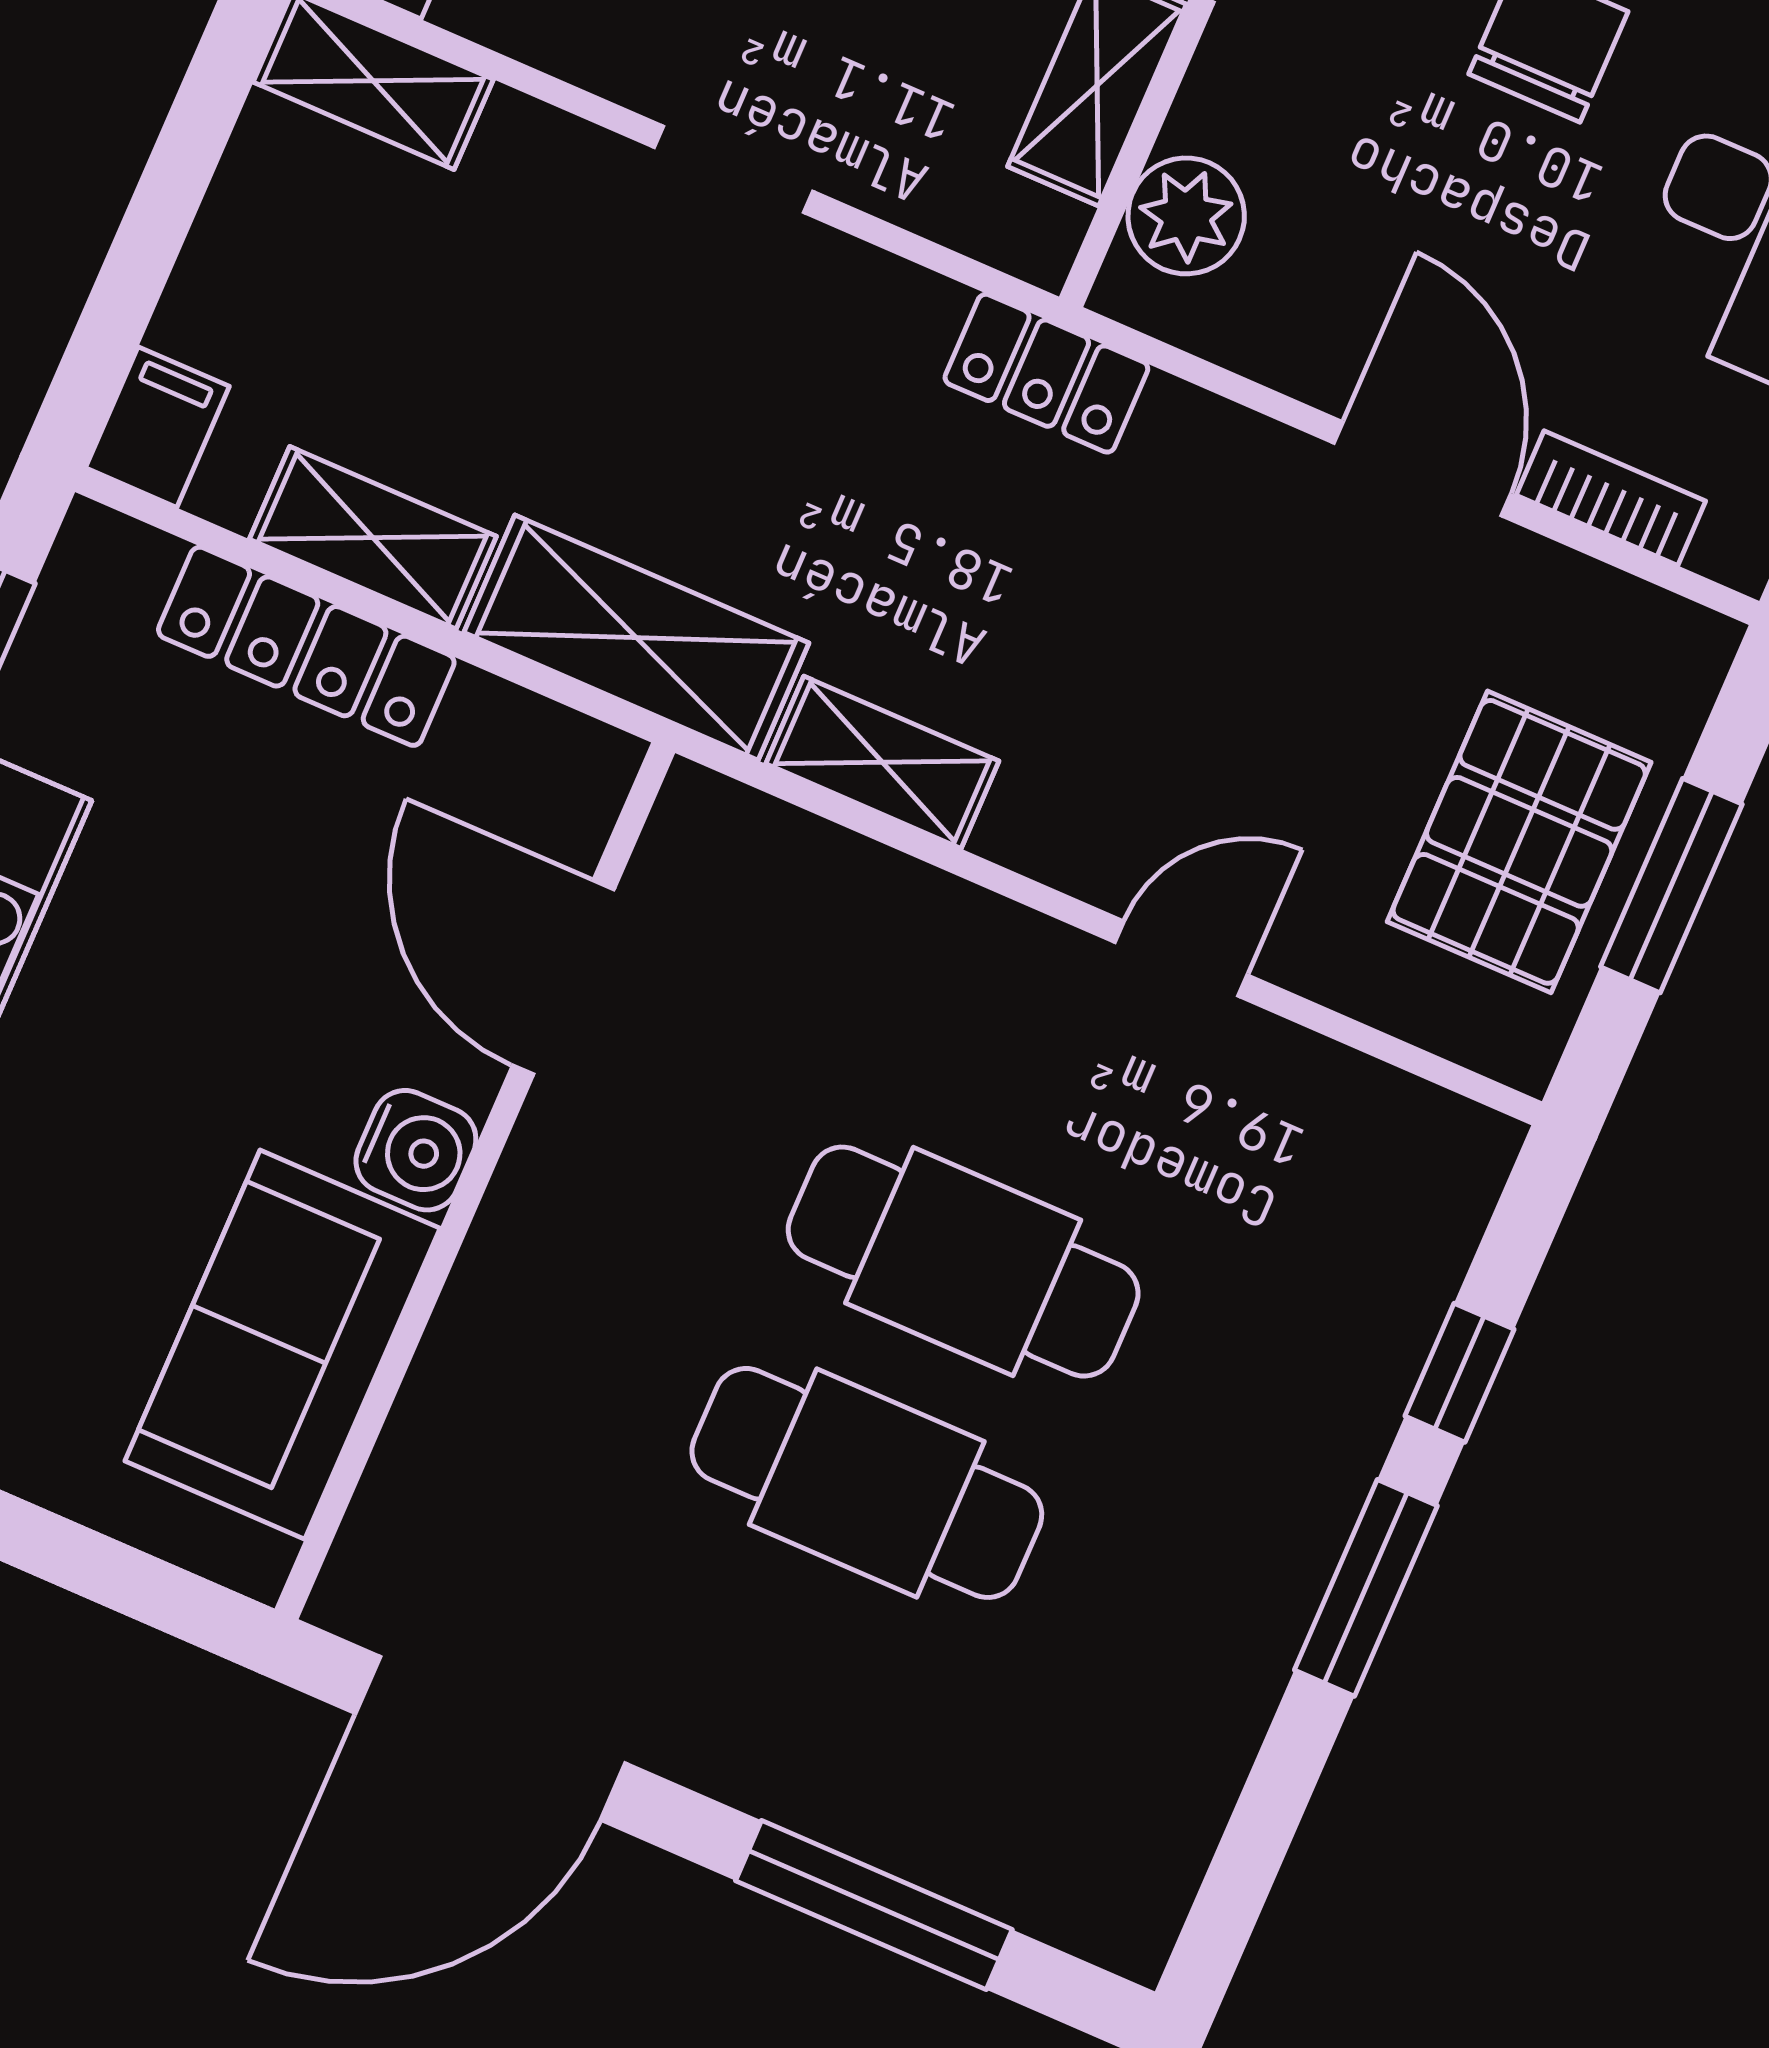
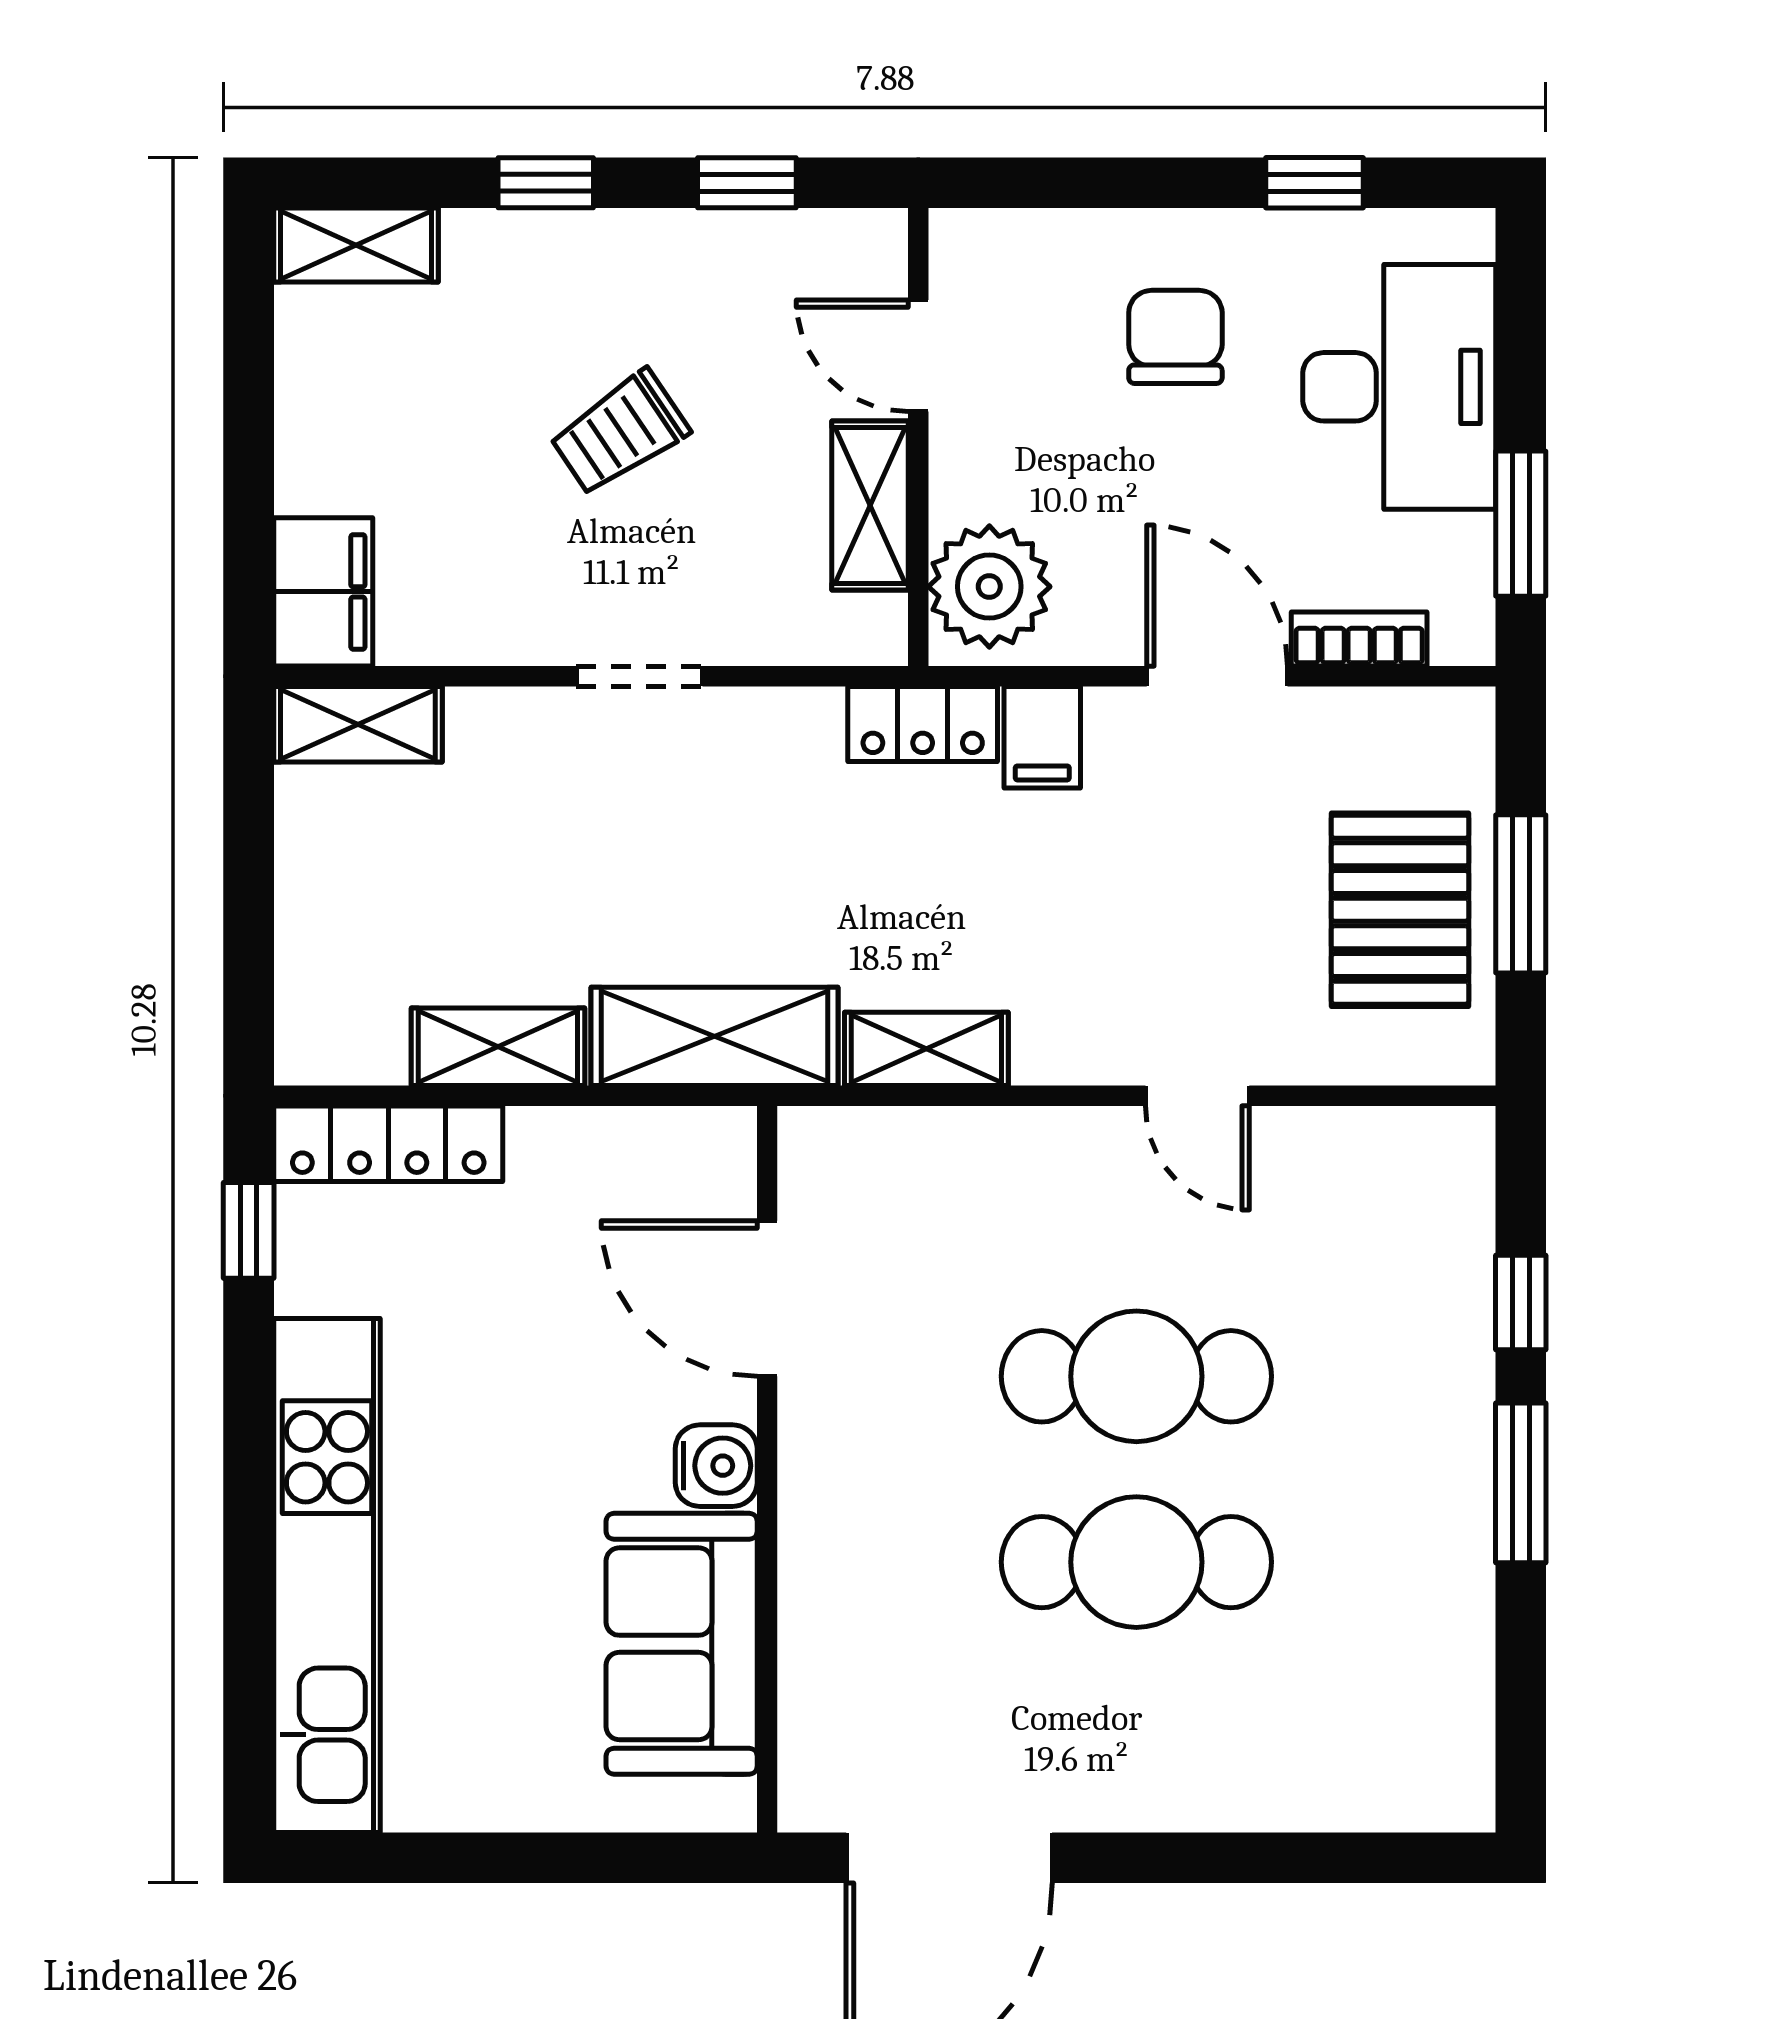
plant: (1186, 216) -> (989, 587), width x1.36, depth x1.36
filing cabinet: (157, 427) -> (1042, 737), moved, turned 180
locker: (306, 646) -> (388, 1144), moved
door: (1181, 959) -> (1197, 1096), swing flipped
window: (874, 1905) -> (1271, 1858), removed

